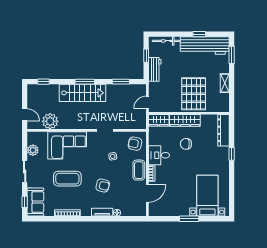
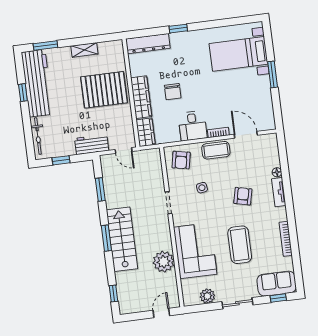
workbench: (155, 69) -> (92, 144), moved
plant: (50, 121) -> (164, 262), moved

